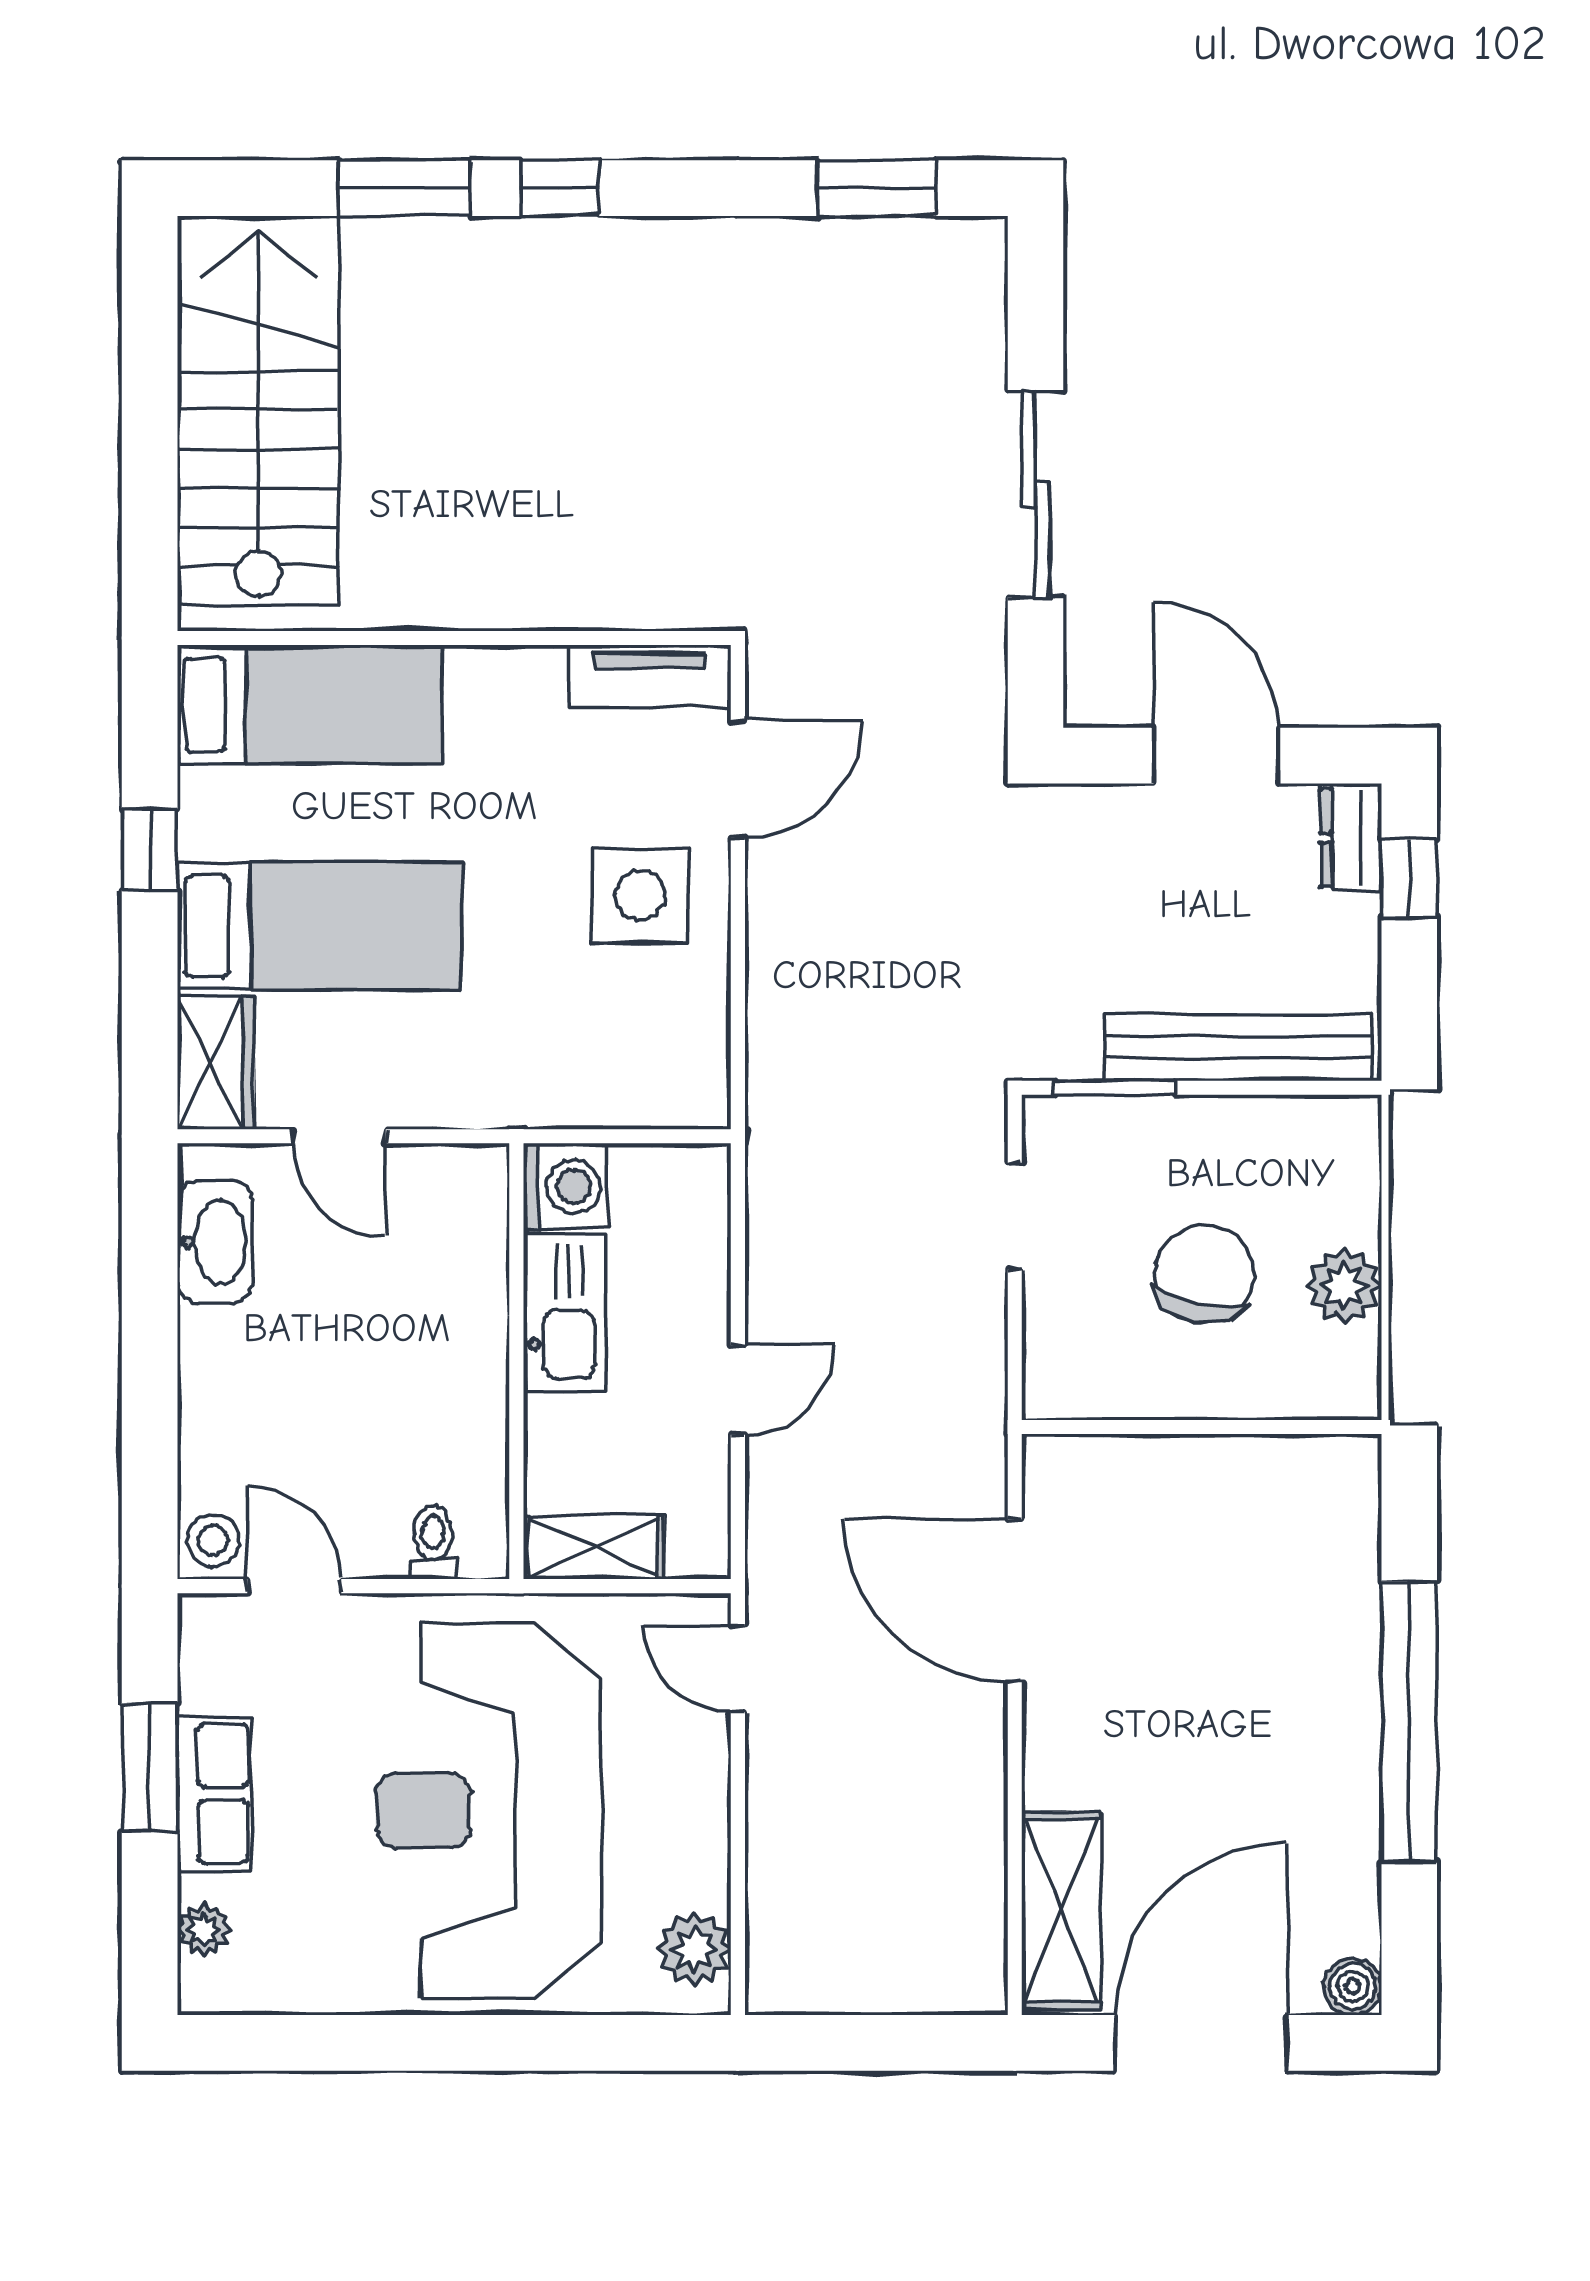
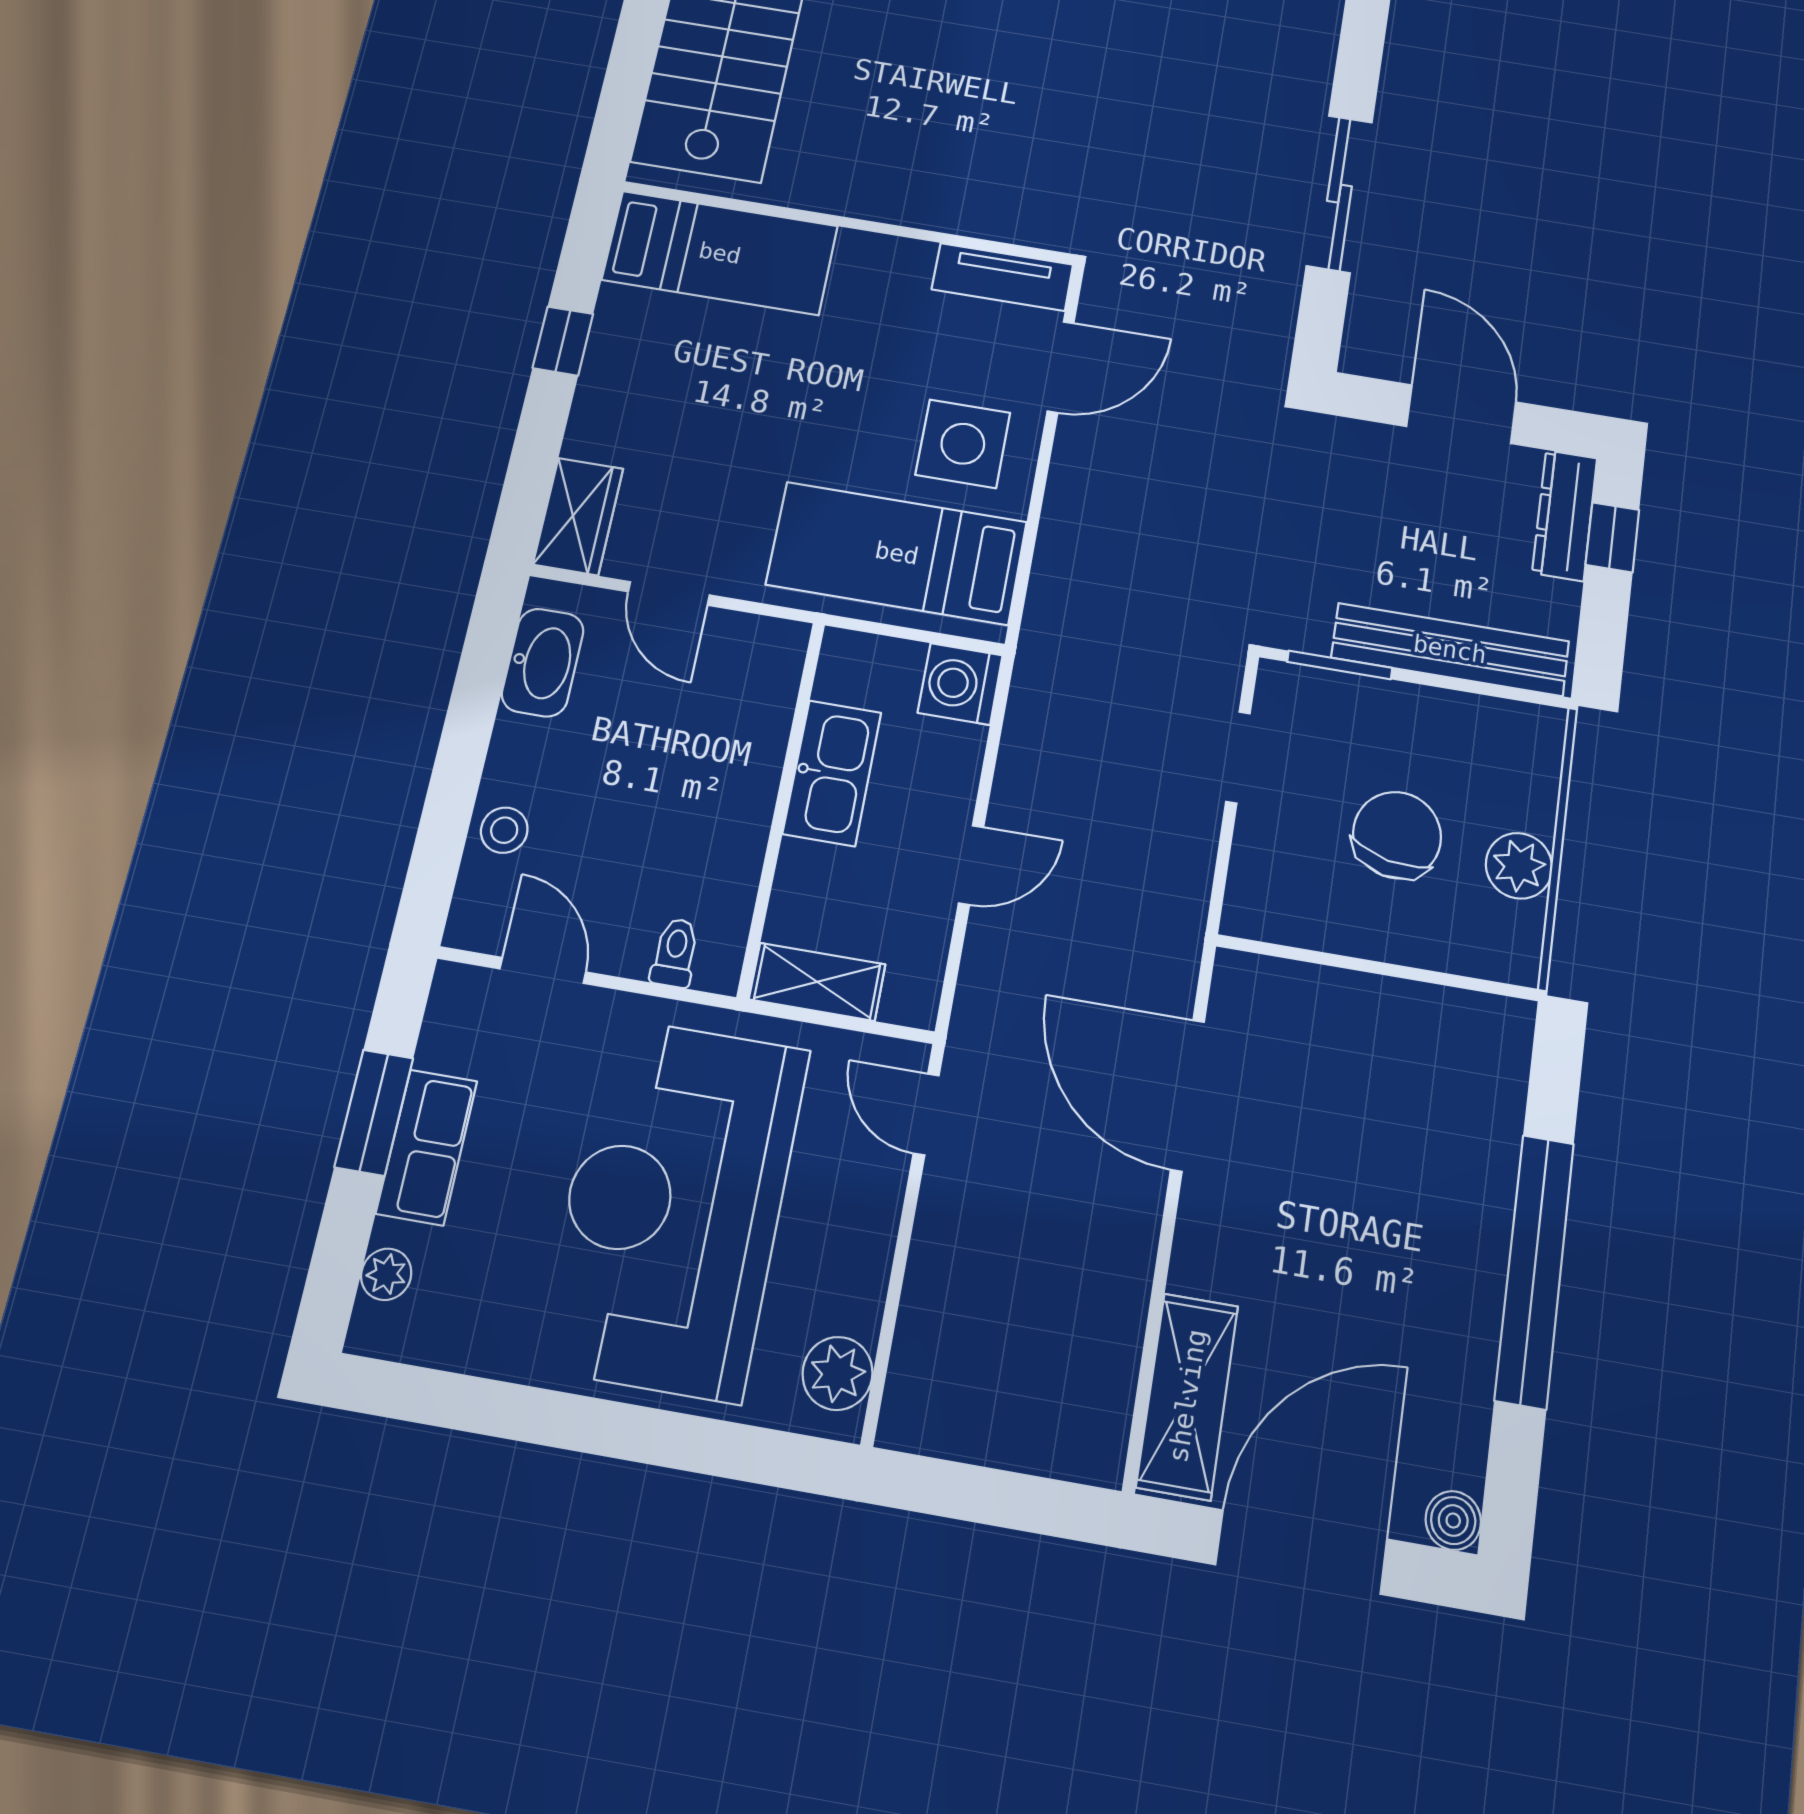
dresser: (1351, 837) -> (1565, 515), width x1.44
bed: (319, 926) -> (897, 553), moved, turned 180
washing machine: (565, 1187) -> (960, 684), moved, turned 180
stool: (213, 1540) -> (504, 830), moved

